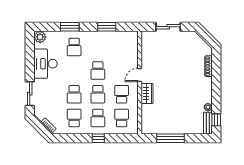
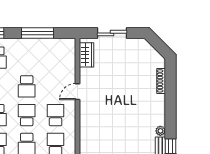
window: (107, 27) -> (37, 33), width x1.44
wardrobe: (147, 93) -> (87, 55), moved
school desk: (98, 94) -> (27, 115), turned 180

